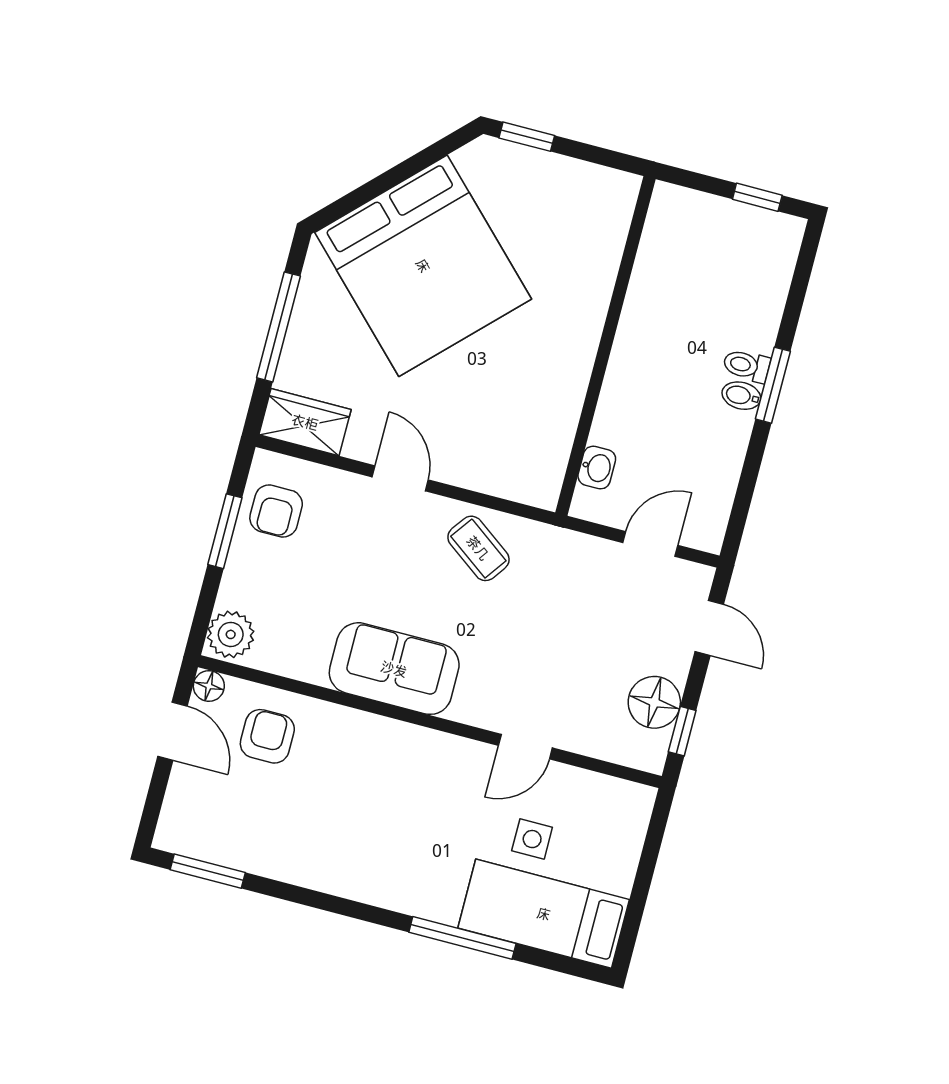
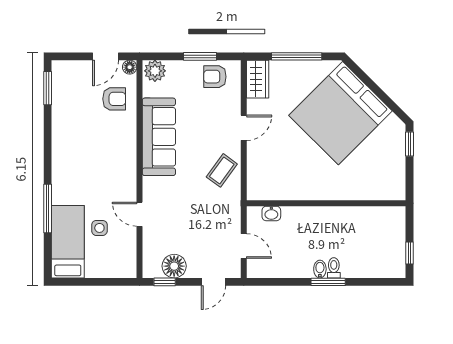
sofa: (394, 669) -> (159, 137), width x1.36

